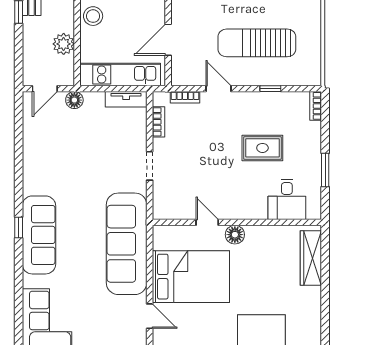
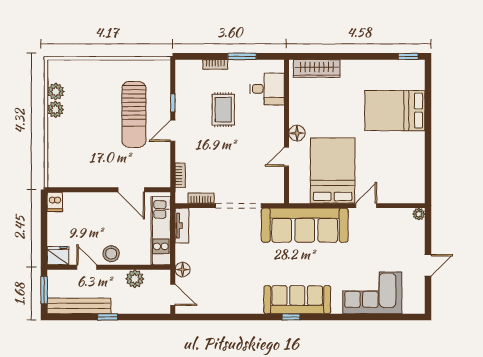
door: (218, 89) -> (173, 131), moved
bookcase: (316, 106) -> (215, 64), moved
doorway: (150, 166) -> (238, 206), width x1.88

